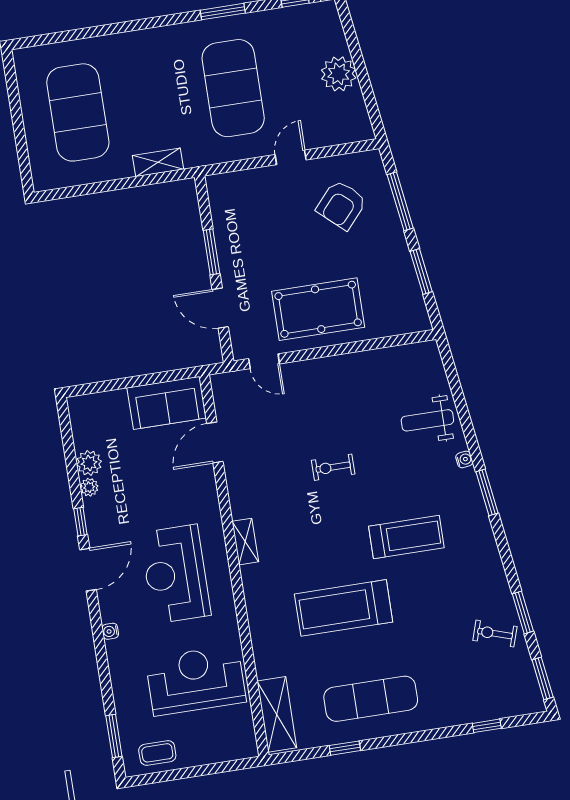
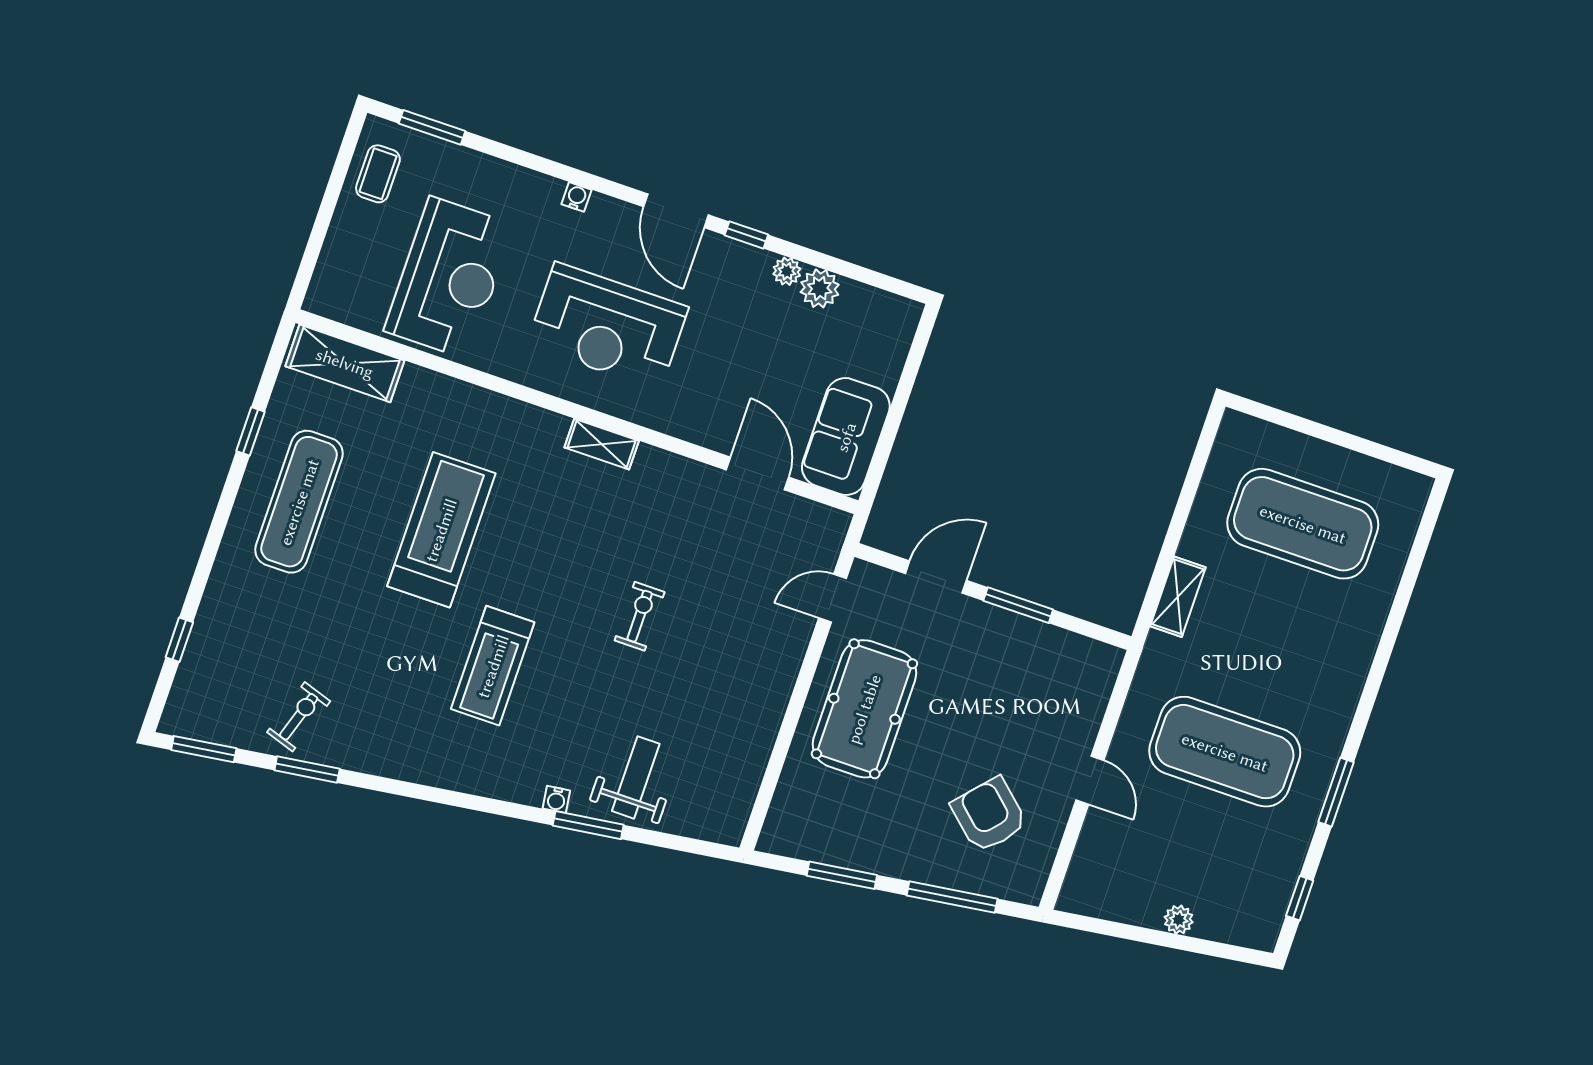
plant: (339, 74) -> (1179, 920), width x0.53, depth x0.53
window: (487, 492) -> (588, 825), moved
reception desk: (175, 574) -> (608, 326), turned 180

